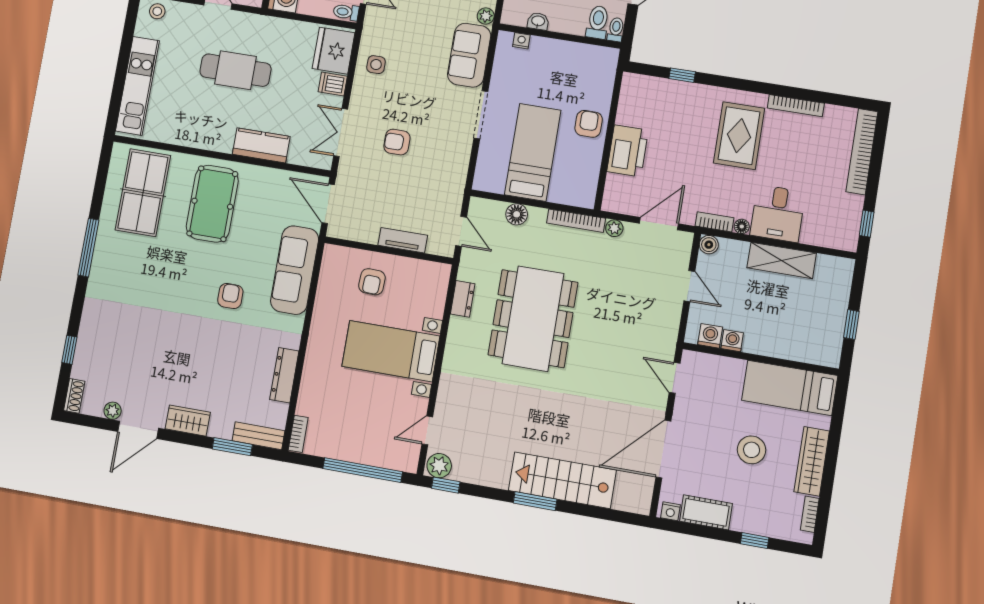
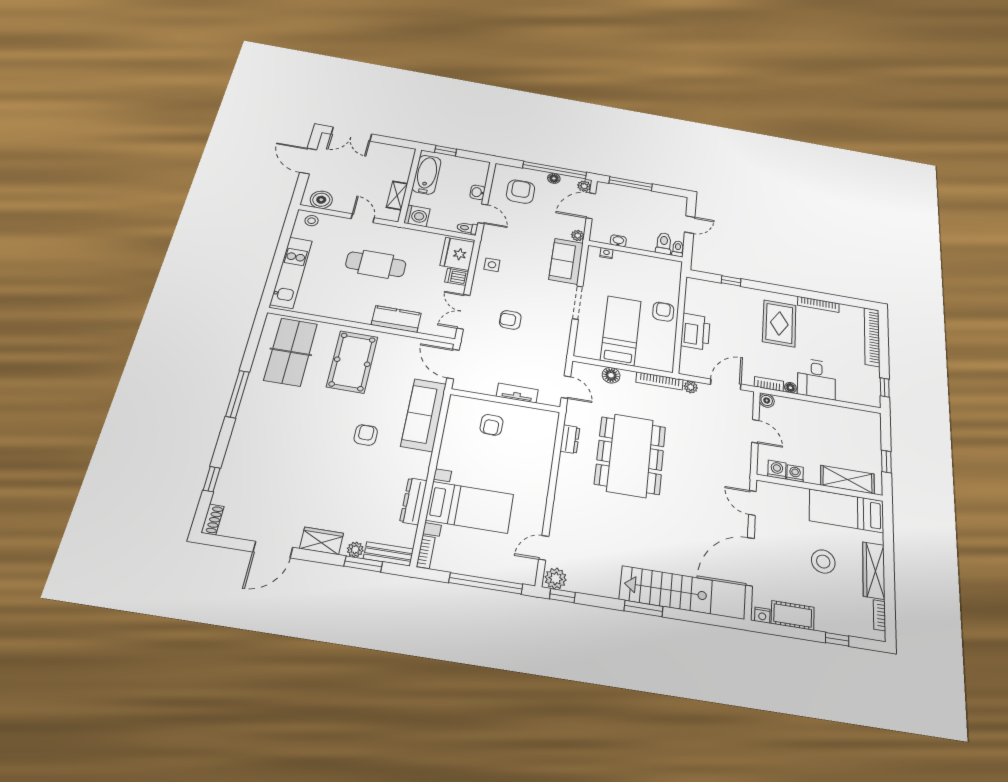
shelving: (782, 260) -> (847, 480), moved
bed with nightstands: (391, 351) -> (470, 507), moved, turned 180
plant: (113, 411) -> (355, 549), moved

